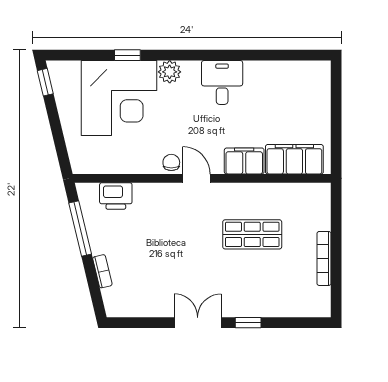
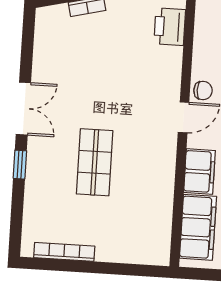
shop shelf: (252, 234) -> (95, 162), moved
bookcase: (324, 258) -> (64, 252), moved

